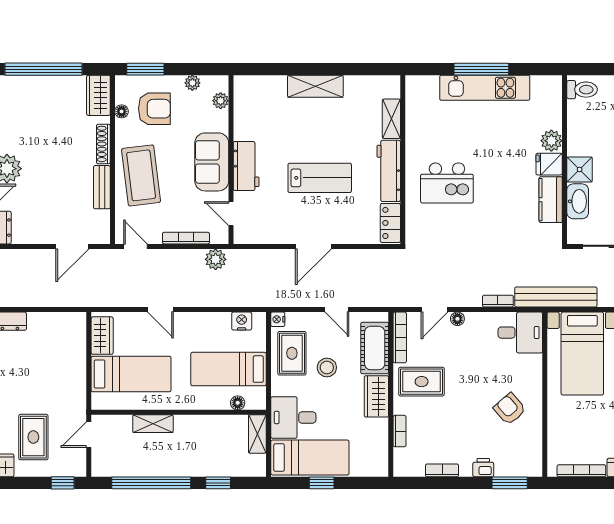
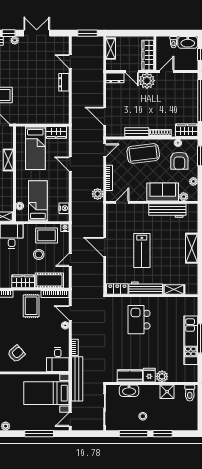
sofa: (212, 162) -> (163, 192), moved
workbench: (246, 166) -> (167, 211), moved, width x1.38
shower: (580, 169) -> (167, 392), moved
door: (160, 310) -> (70, 164), hinge flipped

